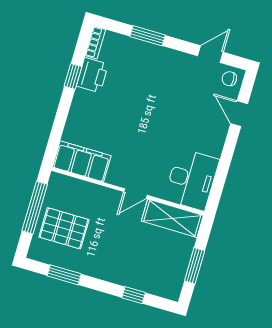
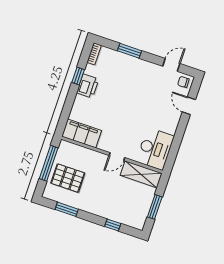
printer: (92, 75) -> (88, 86), moved

